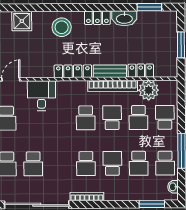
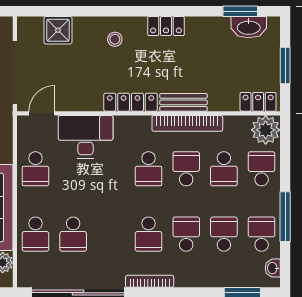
washbasin: (124, 18) -> (249, 27), moved
stool: (62, 27) -> (115, 39), width x0.53, depth x0.53
locker: (141, 71) -> (258, 102), moved
plant: (149, 90) -> (266, 130), moved
desk: (41, 96) -> (86, 137), width x1.37
school desk: (139, 163) -> (224, 234), turned 180
school desk: (165, 163) -> (262, 234), turned 180

